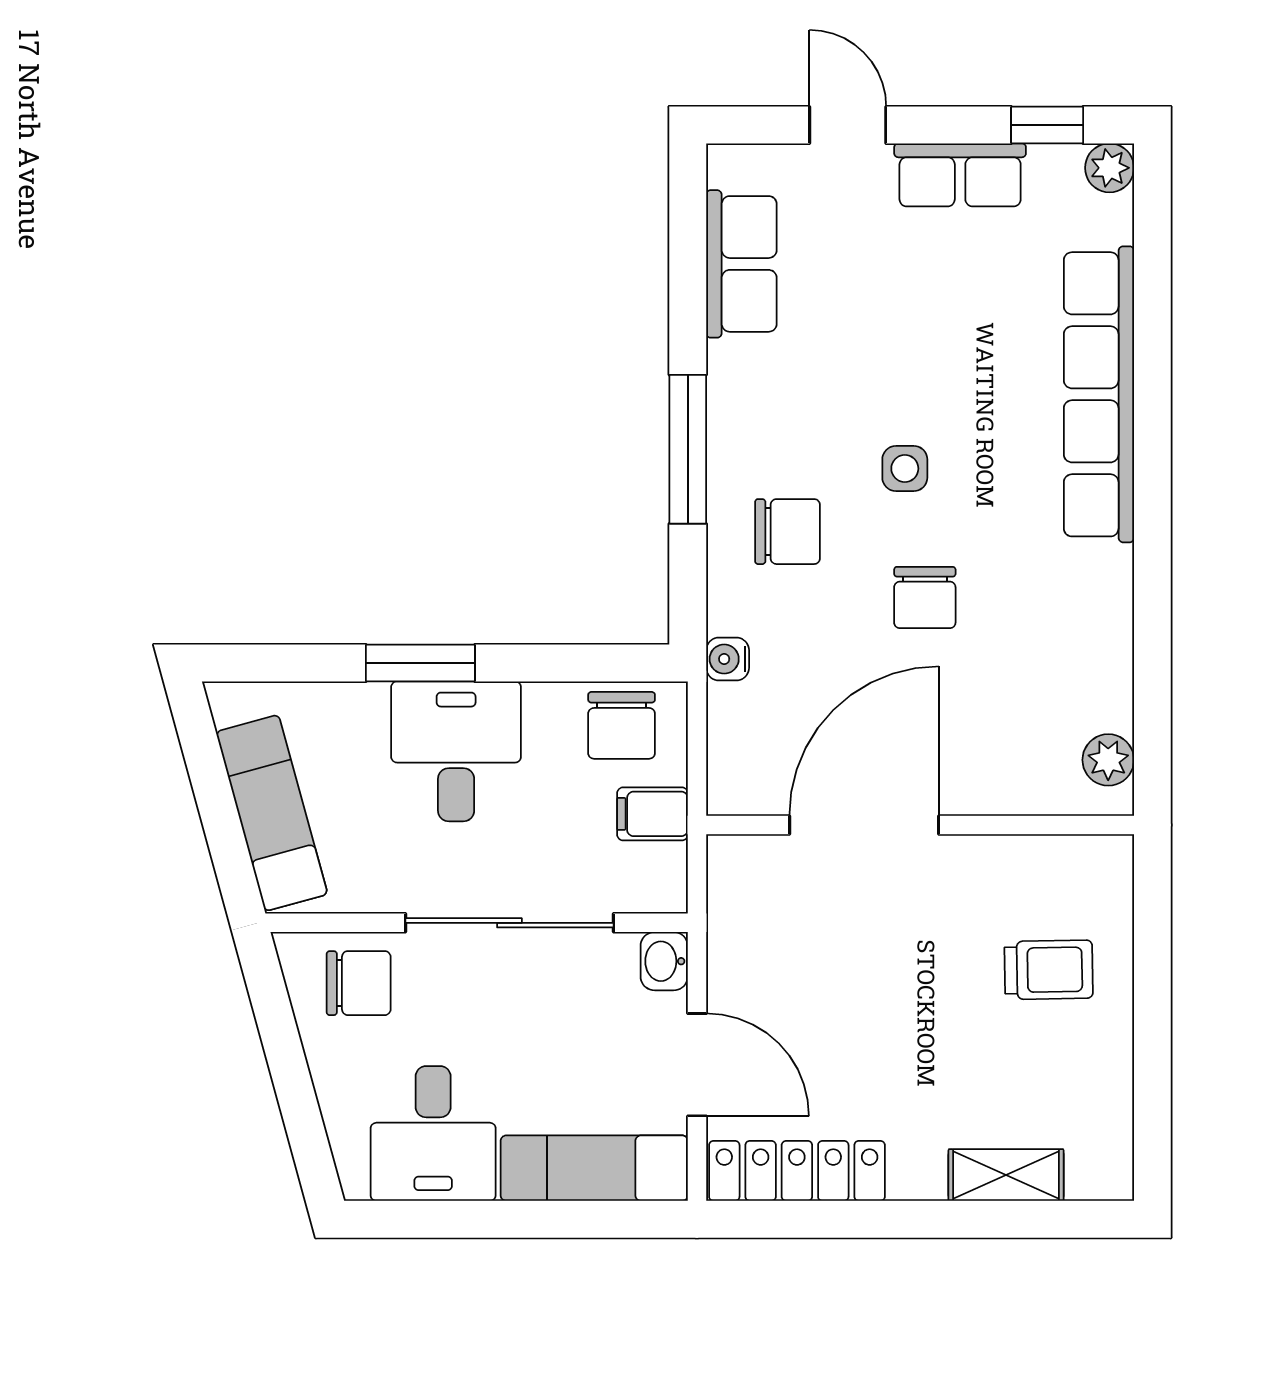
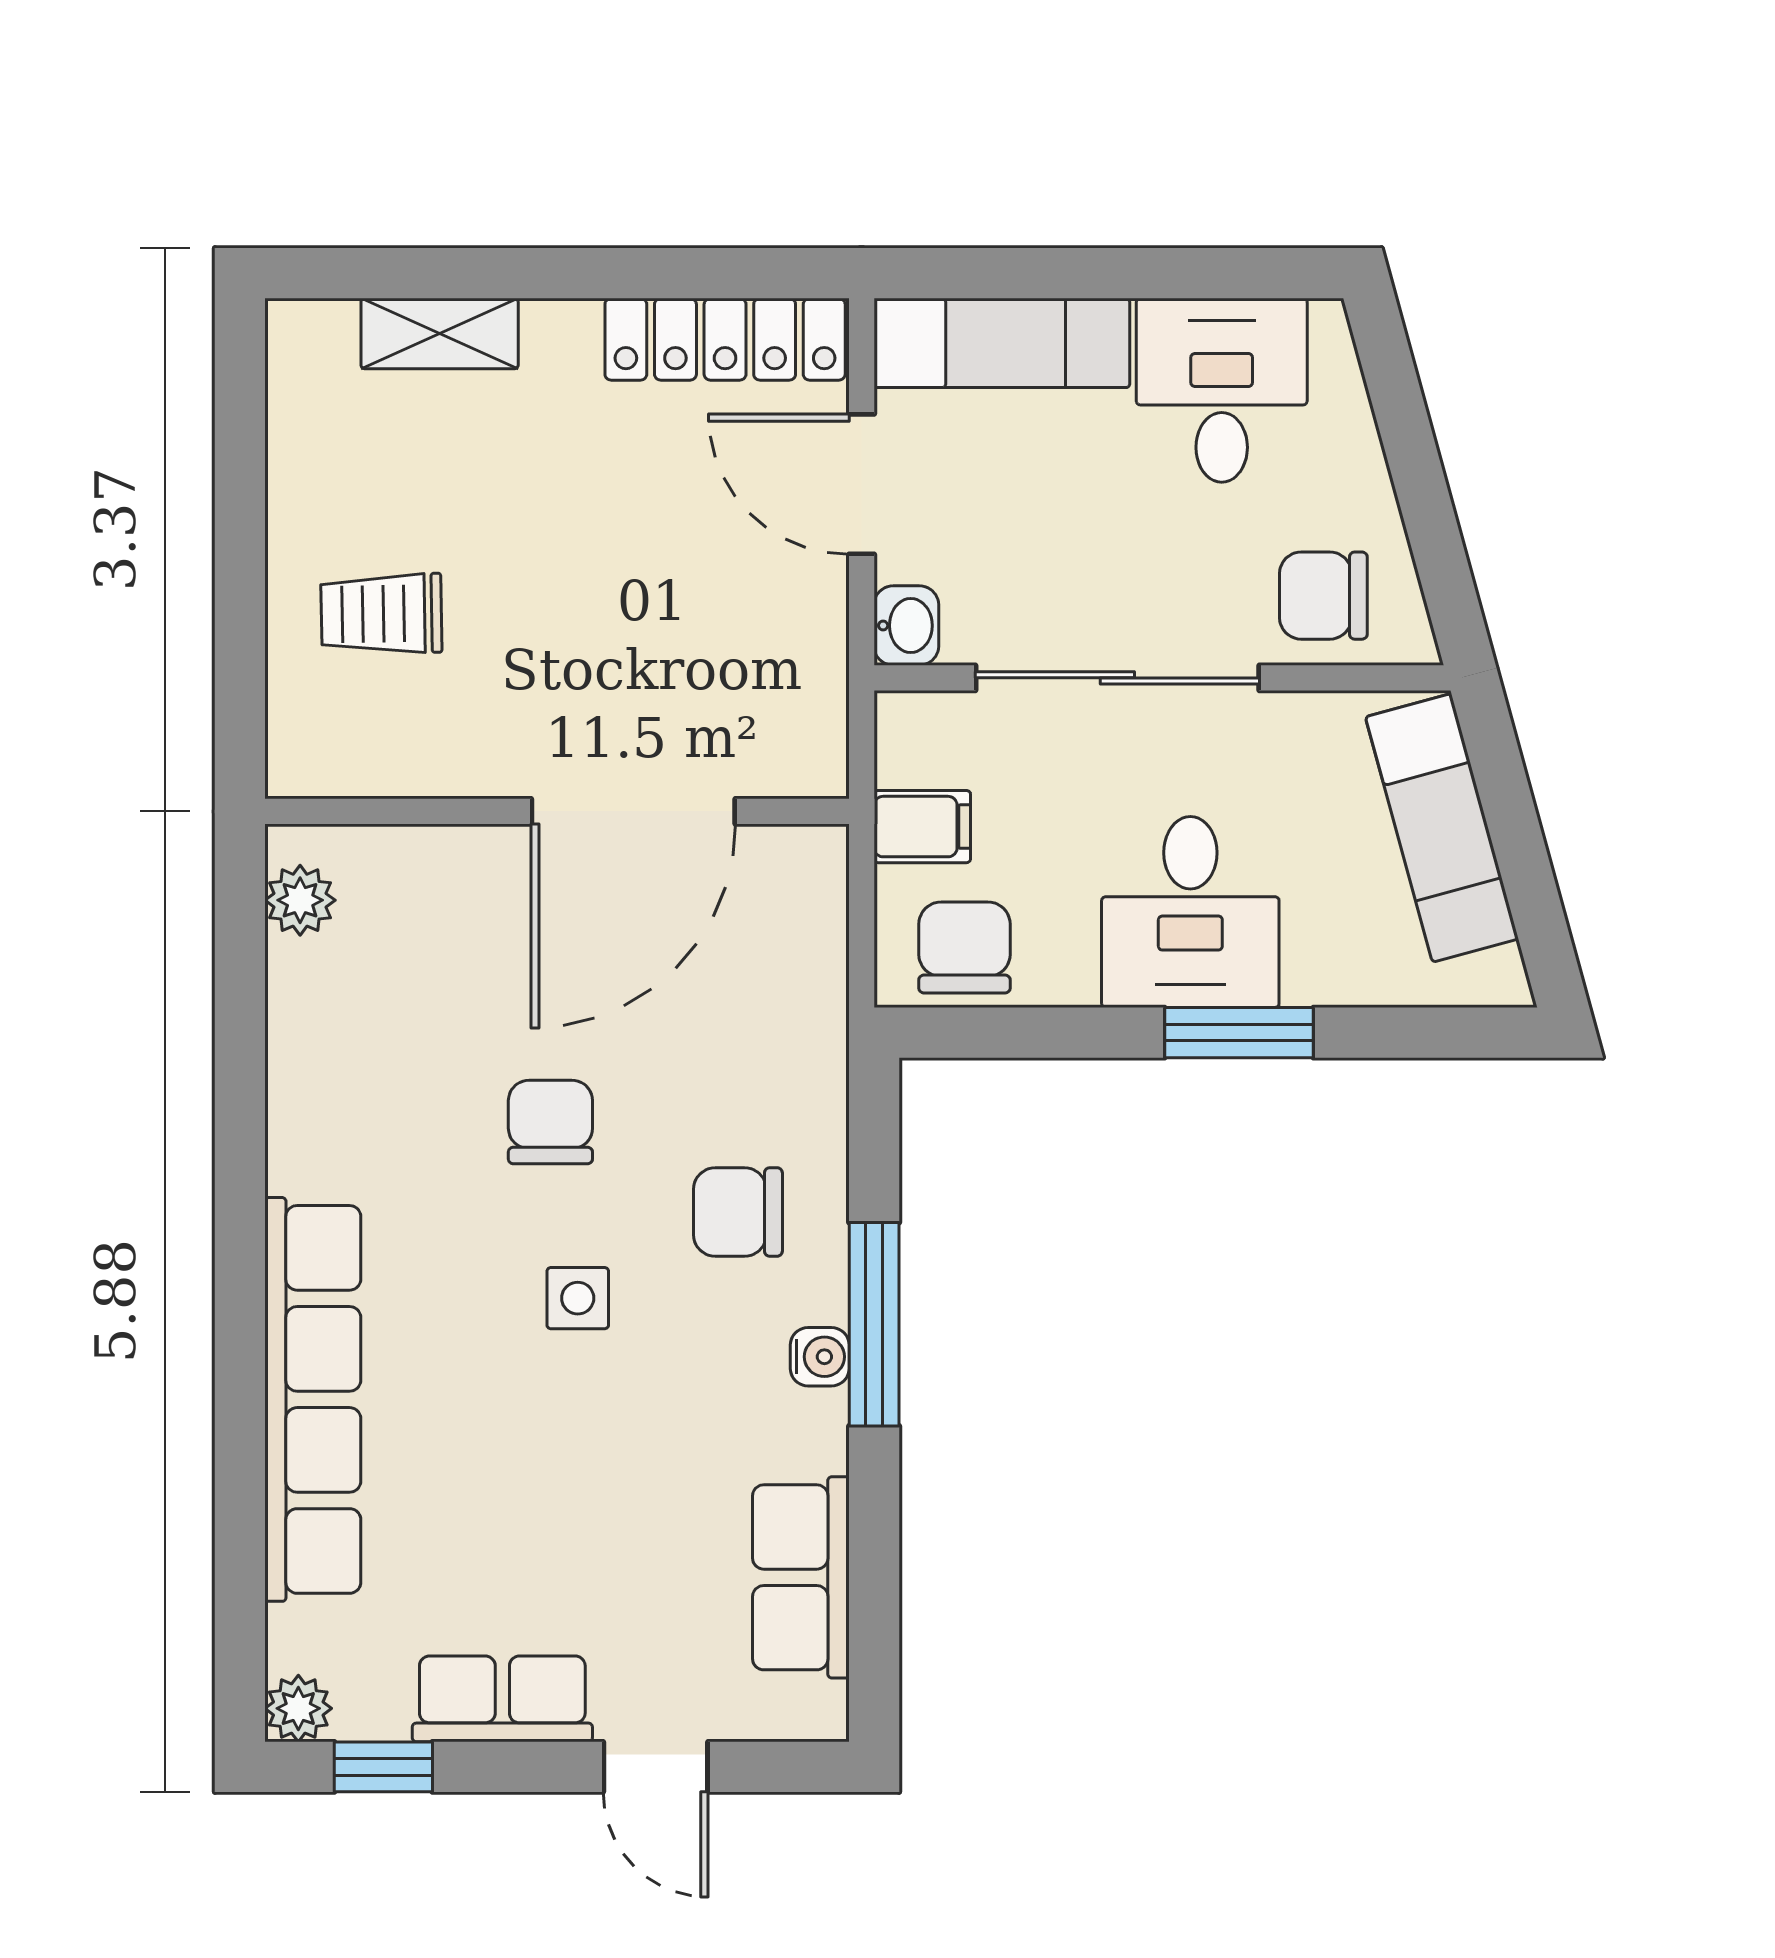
water cooler: (728, 659) -> (820, 1357), moved

